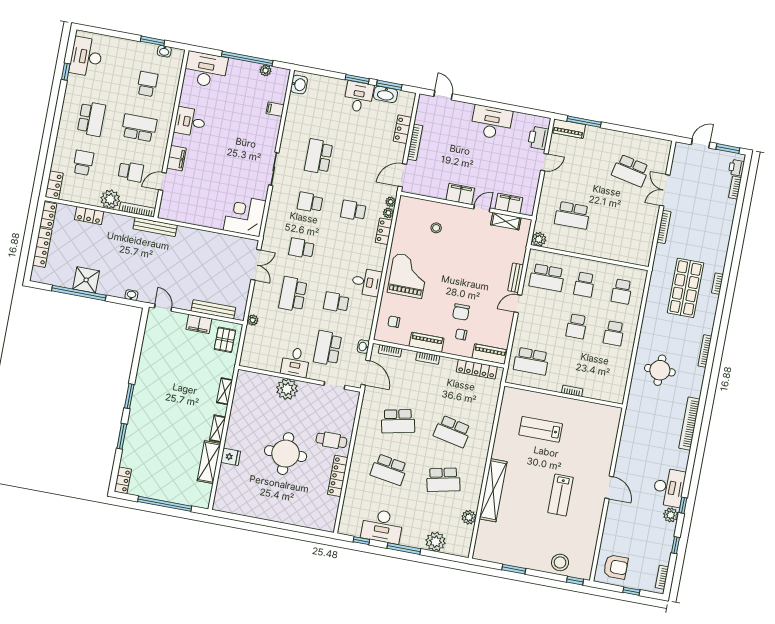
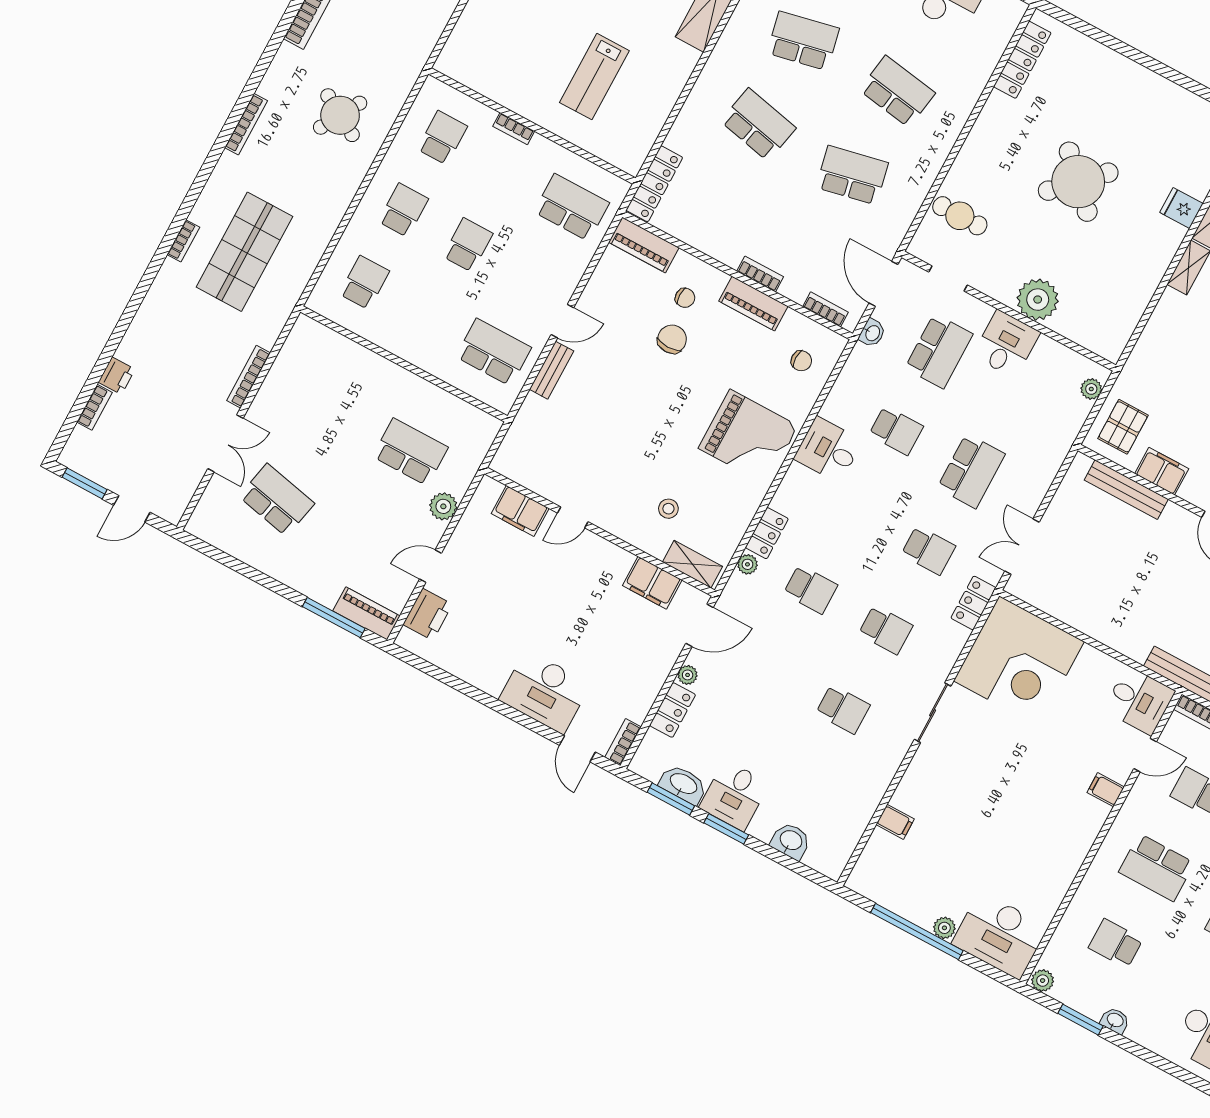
washbasin: (164, 51) -> (1115, 1021), moved
plant: (177, 54) -> (1043, 981), added
plant: (266, 71) -> (944, 928), moved
school desk: (147, 84) -> (1116, 943), turned 90
washbasin: (299, 85) -> (791, 841), moved, turned 90
desk: (190, 122) -> (1139, 700), moved
desk: (491, 122) -> (545, 692), moved
bookcase: (415, 142) -> (623, 742), moved, width x0.64
school desk: (319, 156) -> (843, 709), width x0.54
filing cabinet: (176, 158) -> (1106, 790), width x0.50
printer: (736, 168) -> (117, 376), moved
filing cabinet: (460, 194) -> (652, 583), moved
plant: (391, 202) -> (688, 675), moved
corner desk: (245, 216) -> (1019, 661), width x1.36, depth x1.36
shelving: (506, 221) -> (693, 564), moved
locker: (271, 229) -> (973, 603), added
plant: (539, 239) -> (443, 506), moved
grand piano: (408, 276) -> (748, 437), turned -90
school desk: (584, 285) -> (442, 138), moved
plant: (253, 320) -> (1091, 389), moved
locker: (477, 369) -> (654, 184), moved, turned 90
round table: (660, 370) -> (340, 115), turned 30
shelving: (225, 391) -> (1154, 332), removed
lab bench: (541, 429) -> (594, 77), turned 90
cafe table: (331, 440) -> (960, 216), moved
round table: (286, 454) -> (1078, 182), turned 45
locker: (338, 476) -> (1022, 60), moved

